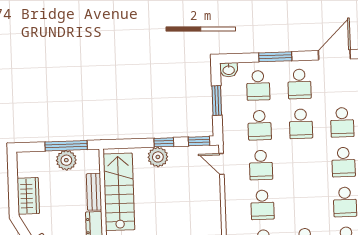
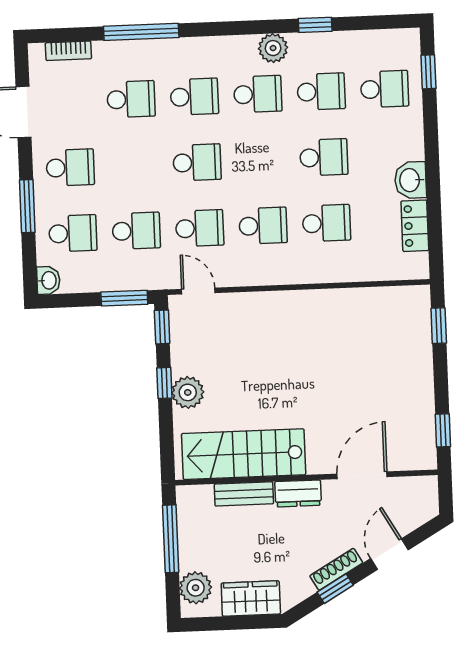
window: (217, 100) -> (124, 298), moved
school desk: (301, 124) -> (197, 162), moved
plant: (66, 160) -> (196, 588), moved
door: (222, 164) -> (198, 291), swing flipped

